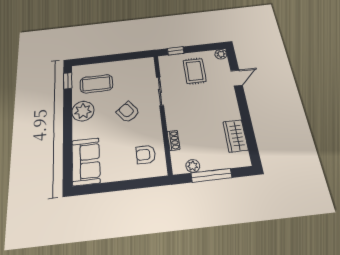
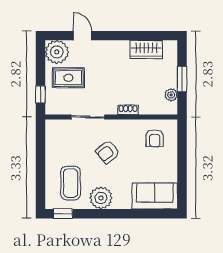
plant: (221, 54) -> (57, 52), width x1.87, depth x1.87
shoe rack: (173, 140) -> (128, 110), moved
window: (211, 175) -> (182, 79), width x0.69

